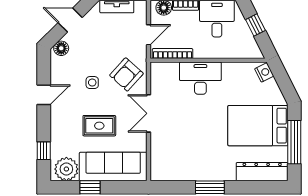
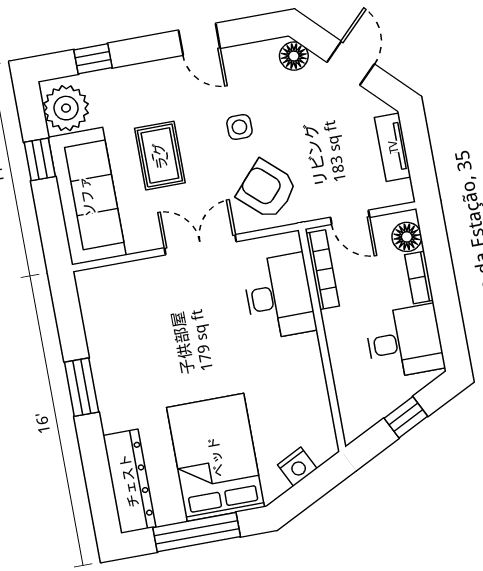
nightstand: (264, 72) -> (297, 467), moved
desk: (200, 78) -> (279, 296), moved

